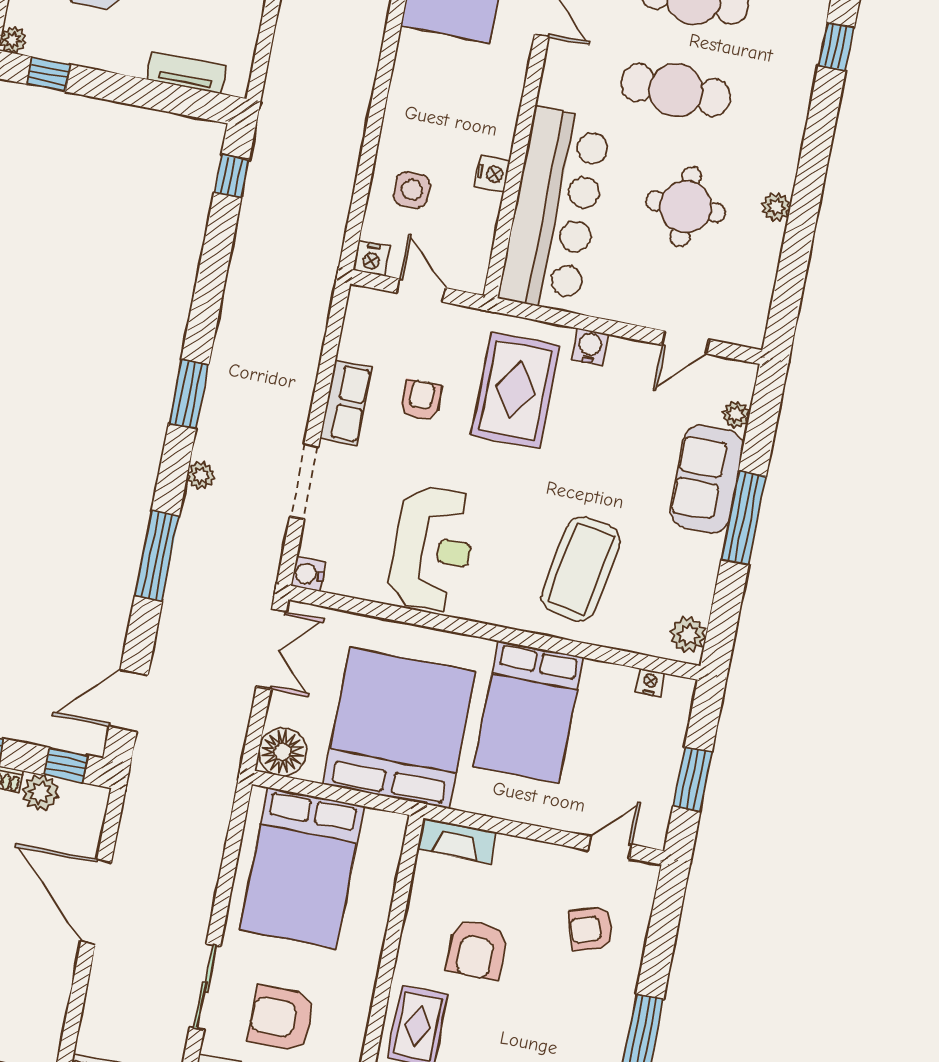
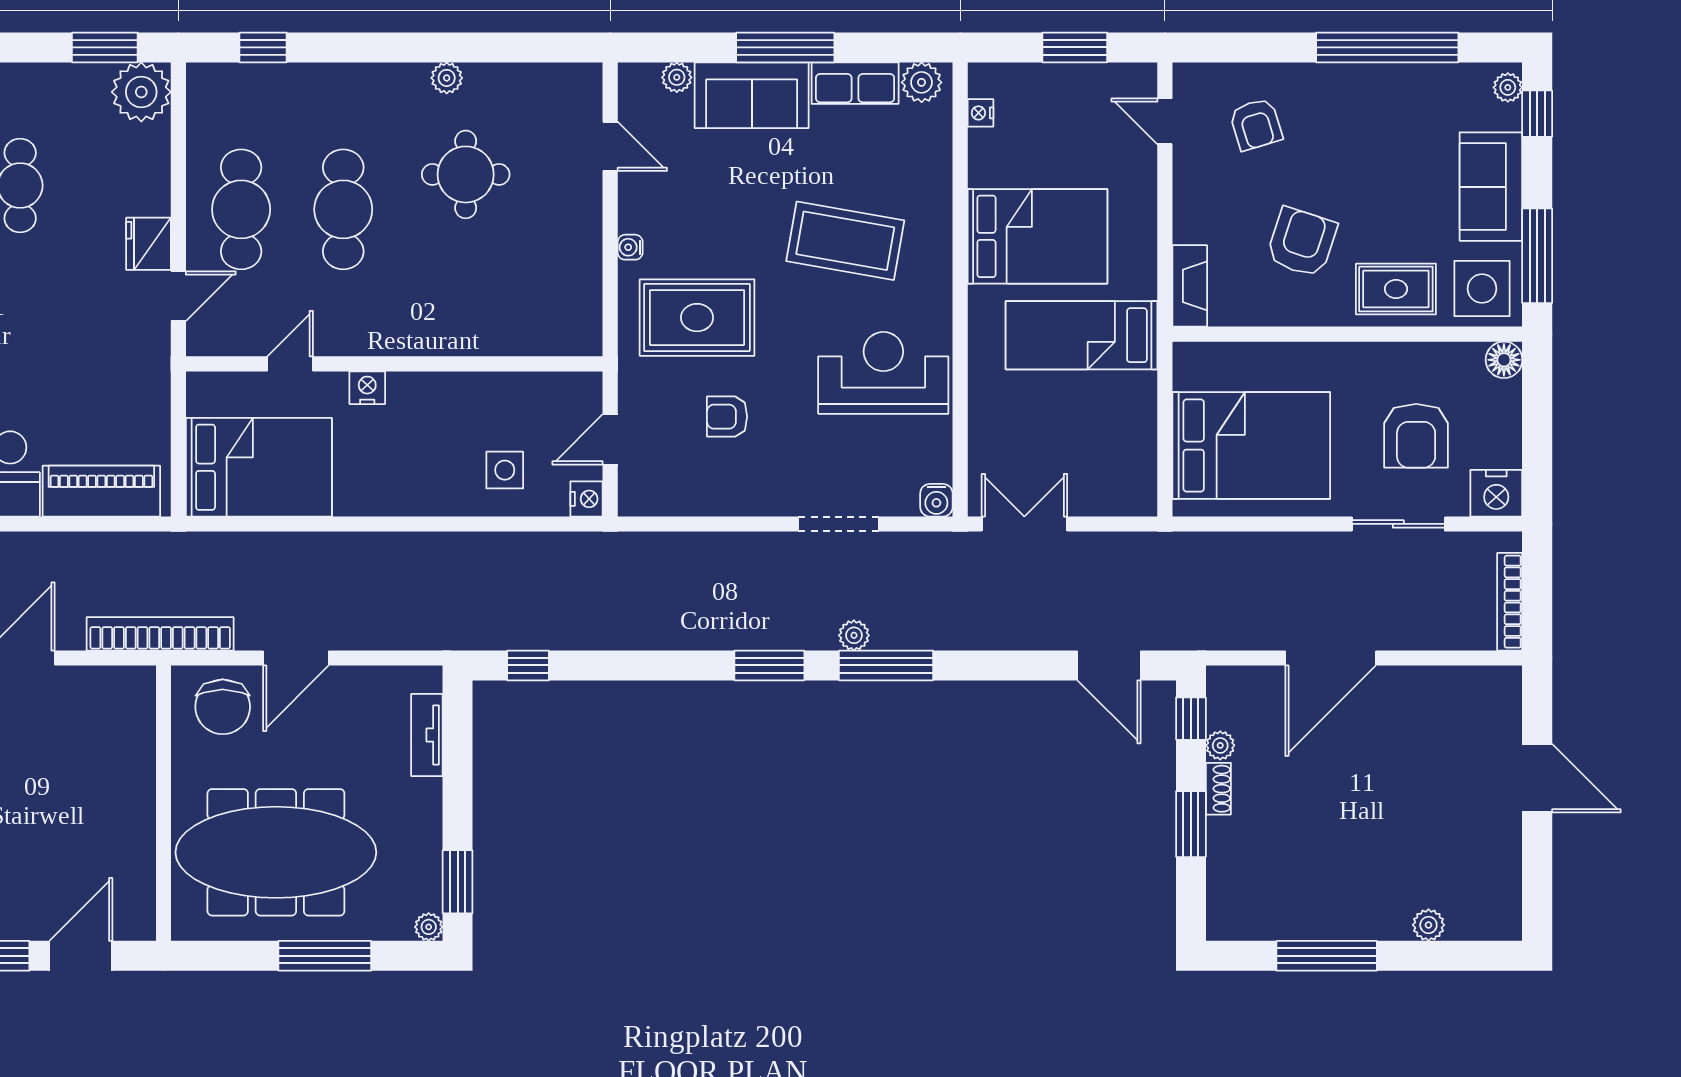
window: (49, 74) -> (458, 882), width x1.50
nightstand: (492, 174) -> (367, 388), moved
bar counter: (555, 210) -> (496, 313), removed
water cooler: (590, 347) -> (630, 247), width x0.72, depth x0.72
row of seats: (346, 403) -> (855, 83), moved, turned 180
window: (157, 556) -> (886, 665), moved
coffee table: (581, 569) -> (845, 241), moved
bed: (399, 728) -> (1082, 335), width x0.49
floor lamp: (283, 752) -> (1131, 490), removed
plant: (41, 793) -> (1220, 745), width x0.73, depth x0.73
armchair: (477, 950) -> (1302, 242), turned -72

